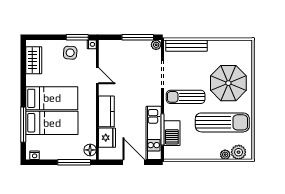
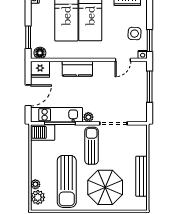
window: (138, 37) -> (150, 87), moved
plant: (156, 45) -> (88, 117), moved
bench: (186, 46) -> (141, 176), moved
door: (97, 76) -> (123, 60), moved
barbecue: (172, 133) -> (43, 132), moved
fridge: (107, 138) -> (40, 69), moved
window: (74, 162) -> (28, 37), width x0.69

